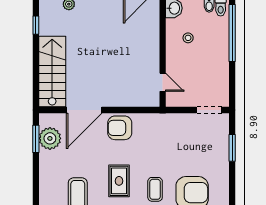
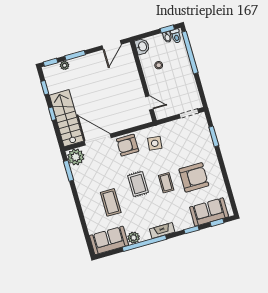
window: (36, 61) -> (52, 114), added
door: (84, 110) -> (98, 140), swing flipped
side table: (155, 135) -> (155, 143), added
plant: (50, 138) -> (76, 157), moved

